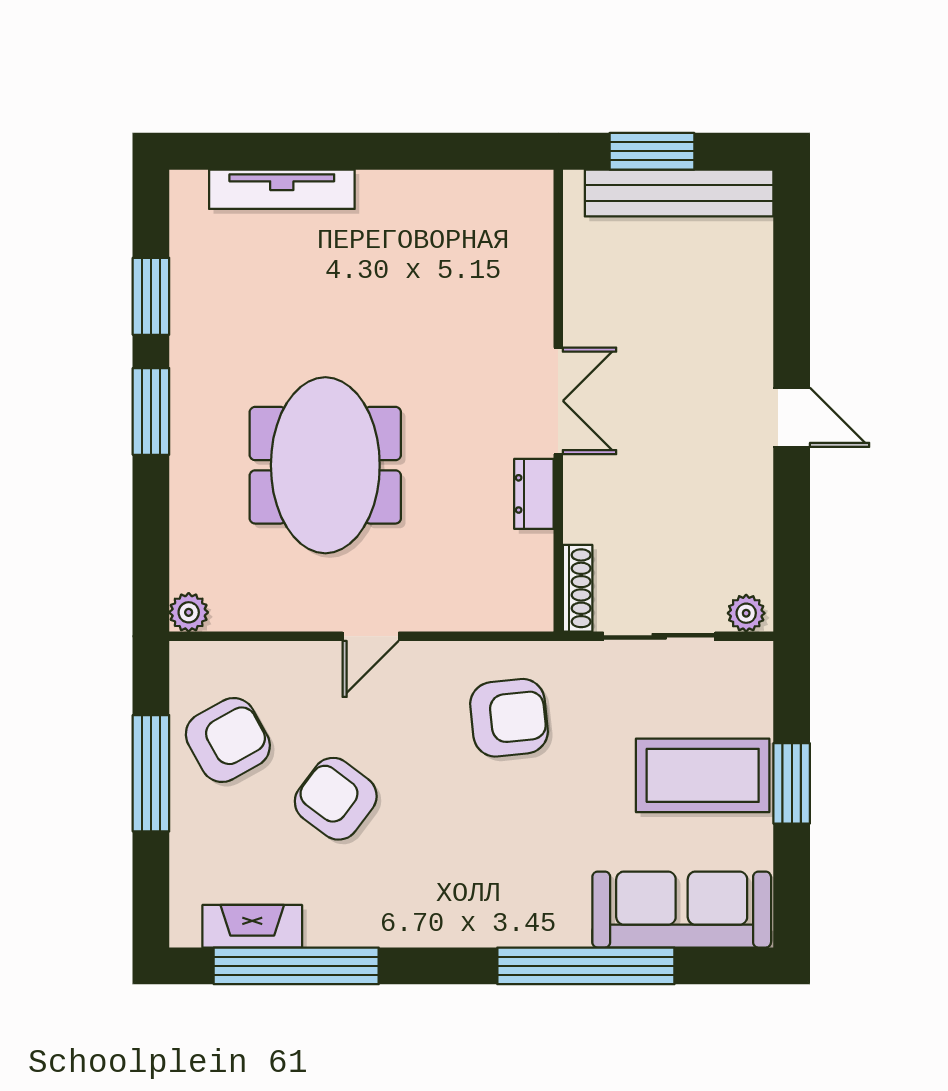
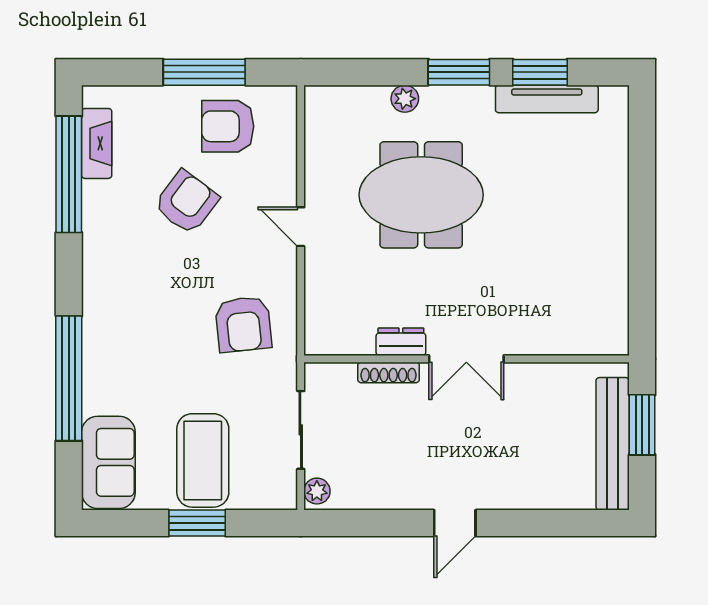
tv unit: (282, 189) -> (547, 99), moved, turned -90
shoe rack: (578, 588) -> (389, 372), moved
plant: (189, 612) -> (405, 99), moved
armchair: (228, 740) -> (228, 126), turned 119
sofa: (682, 910) -> (108, 462), width x0.73

